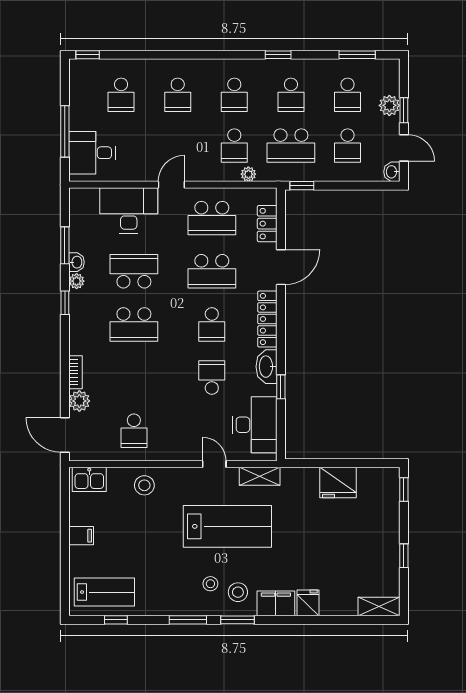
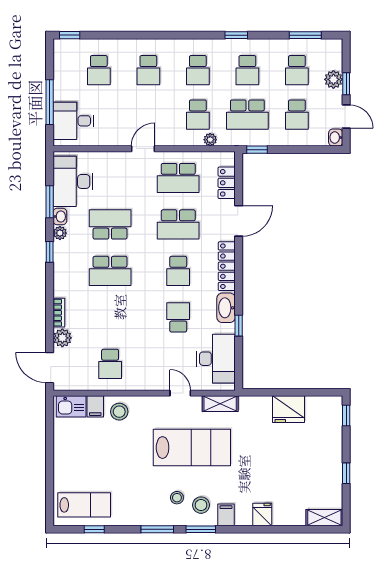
desk: (129, 210) -> (73, 181), moved, turned -90
filing cabinet: (81, 536) -> (95, 406), moved, turned 90
filing cabinet: (276, 603) -> (226, 515), width x0.50

